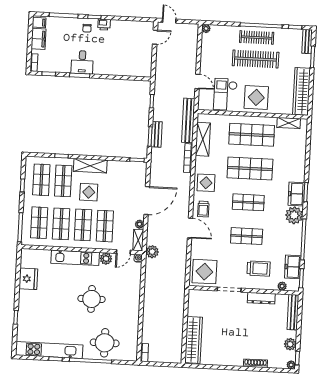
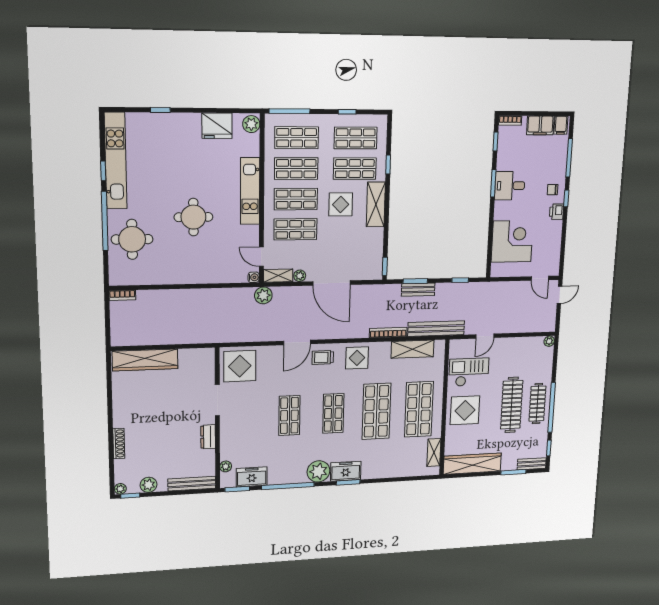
corner desk: (125, 60) -> (512, 241), added
plant: (106, 259) -> (251, 124), moved
trolley: (258, 268) -> (247, 435), removed
dresser: (261, 298) -> (208, 437), width x0.70

